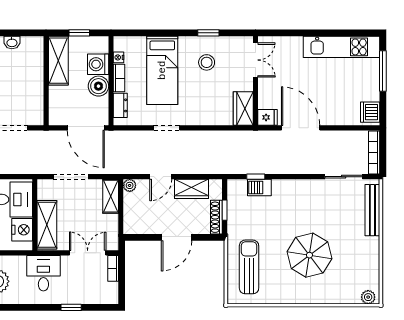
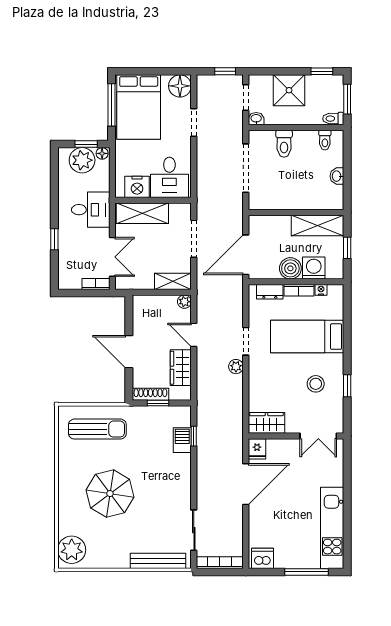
plant: (190, 137) -> (236, 367), added
plant: (368, 297) -> (72, 550), width x1.87, depth x1.87

